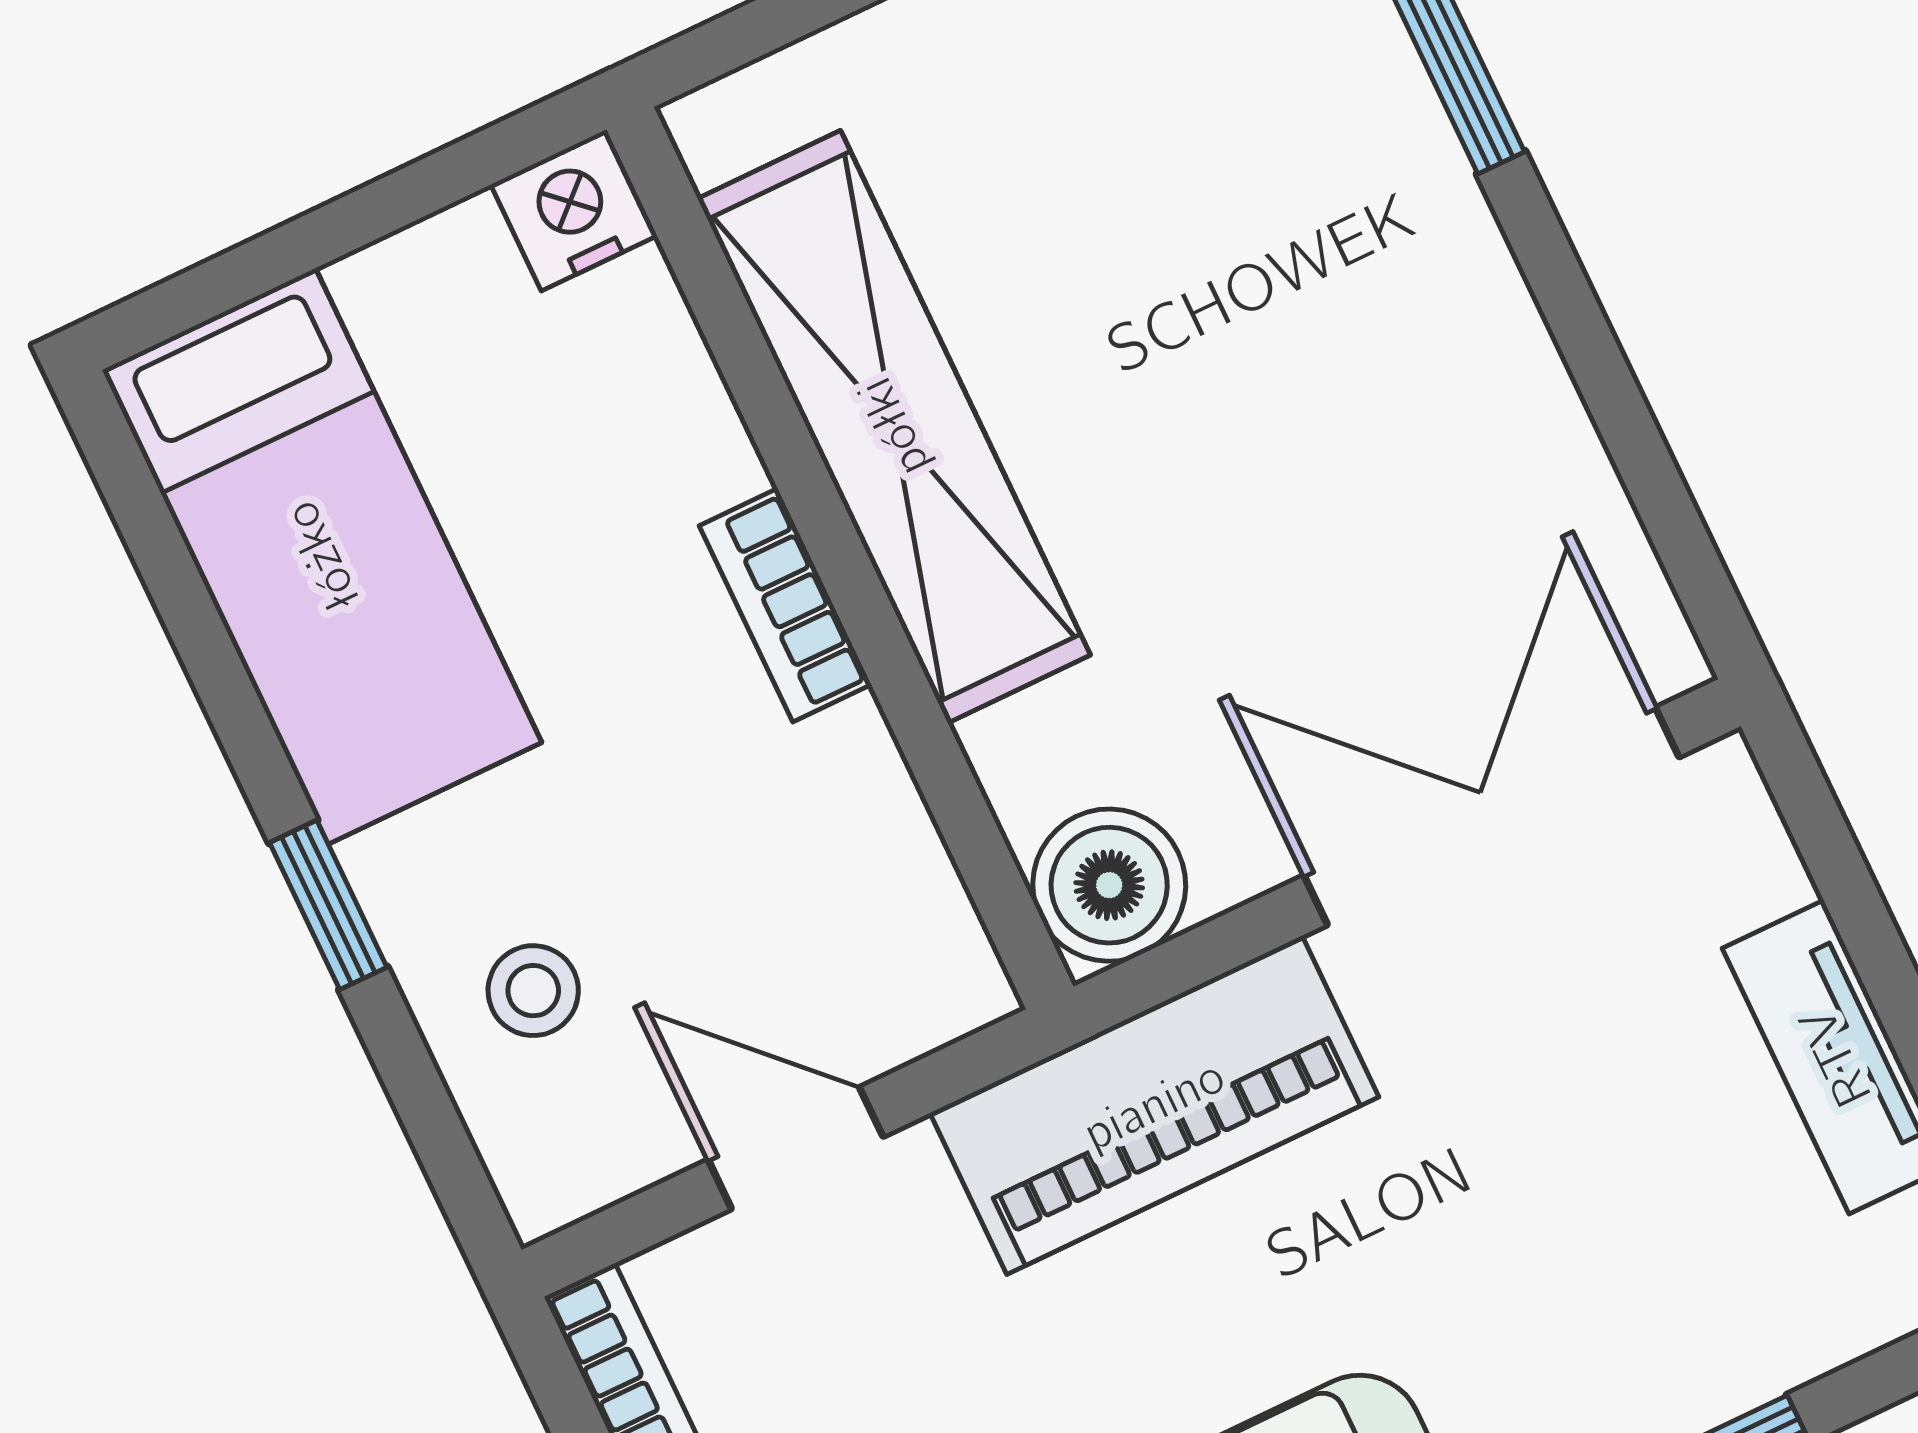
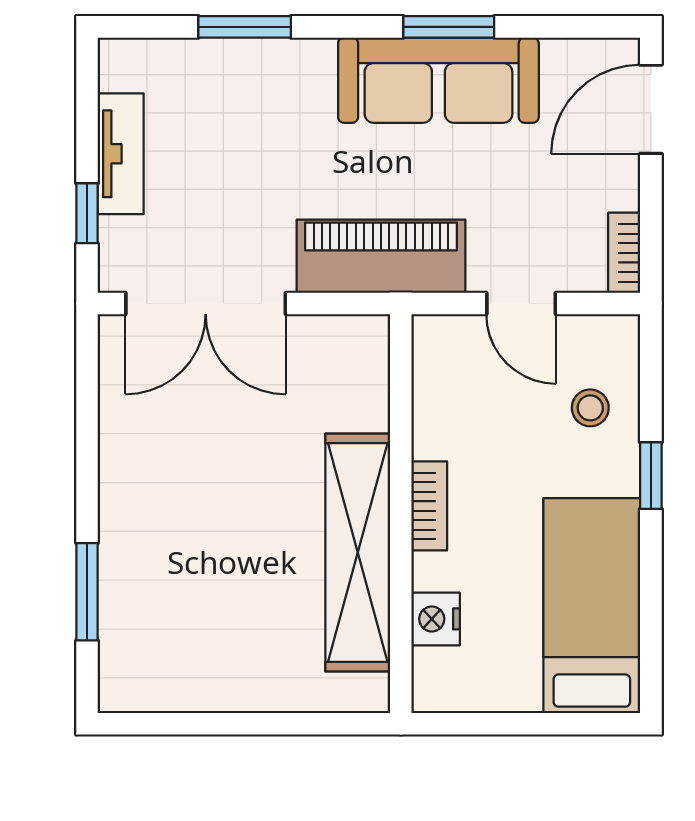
nightstand: (574, 210) -> (436, 619), moved, turned 90
boiler: (1109, 885) -> (359, 345), removed
window: (1848, 891) -> (87, 213), added

